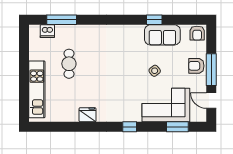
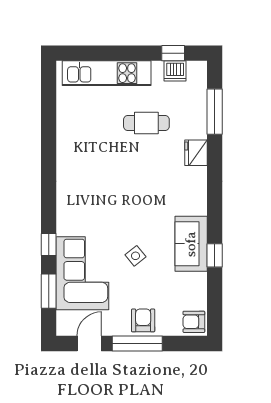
dishwasher: (47, 31) -> (175, 71), moved, turned -90
sofa: (162, 35) -> (191, 244), moved
window: (24, 46) -> (173, 53), added
fridge: (88, 115) -> (196, 153), moved, turned 180
window: (130, 127) -> (49, 244), moved

